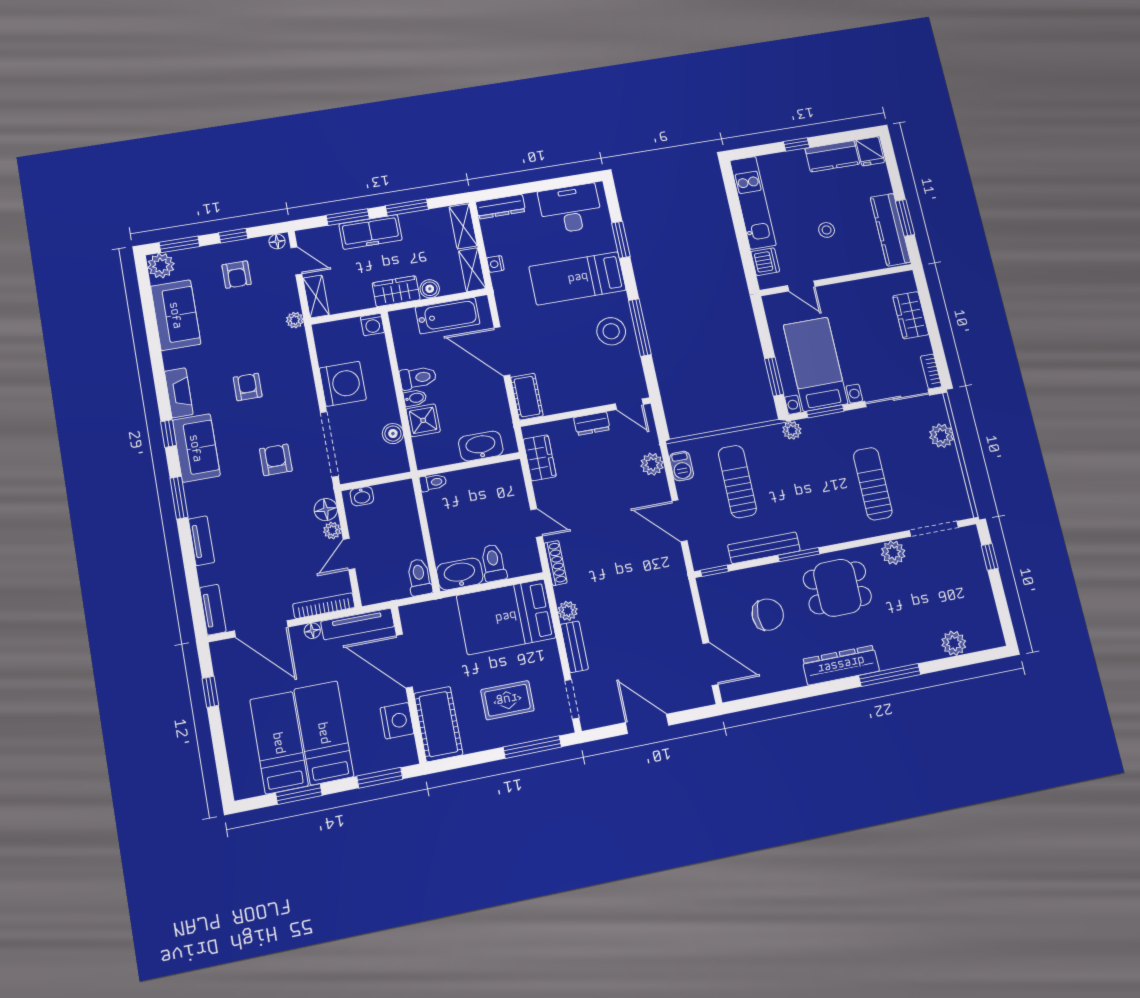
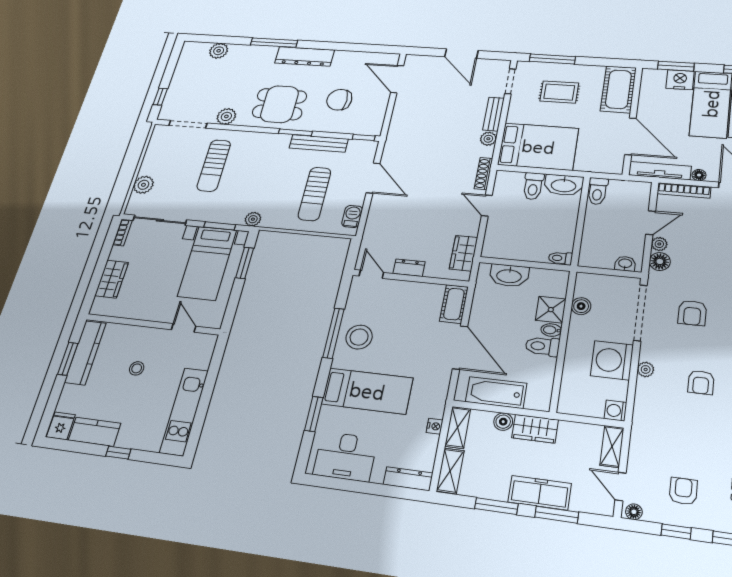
dishwasher: (765, 262) -> (202, 357), removed
plant: (295, 320) -> (646, 369), moved
washing machine: (372, 324) -> (615, 411), moved, turned -90
plant: (652, 464) -> (375, 224), removed
nightstand: (397, 721) -> (680, 80), moved, turned 90

